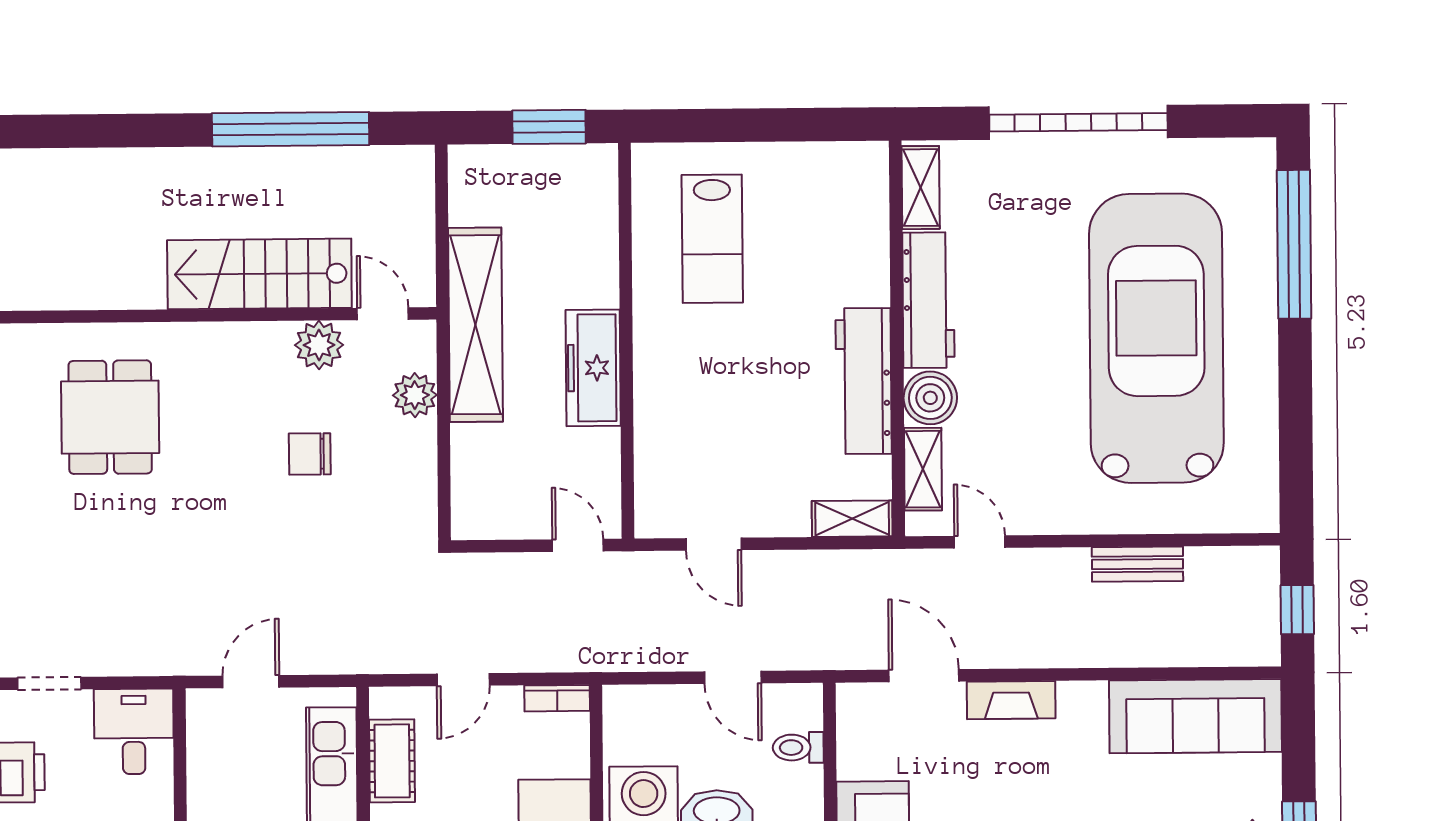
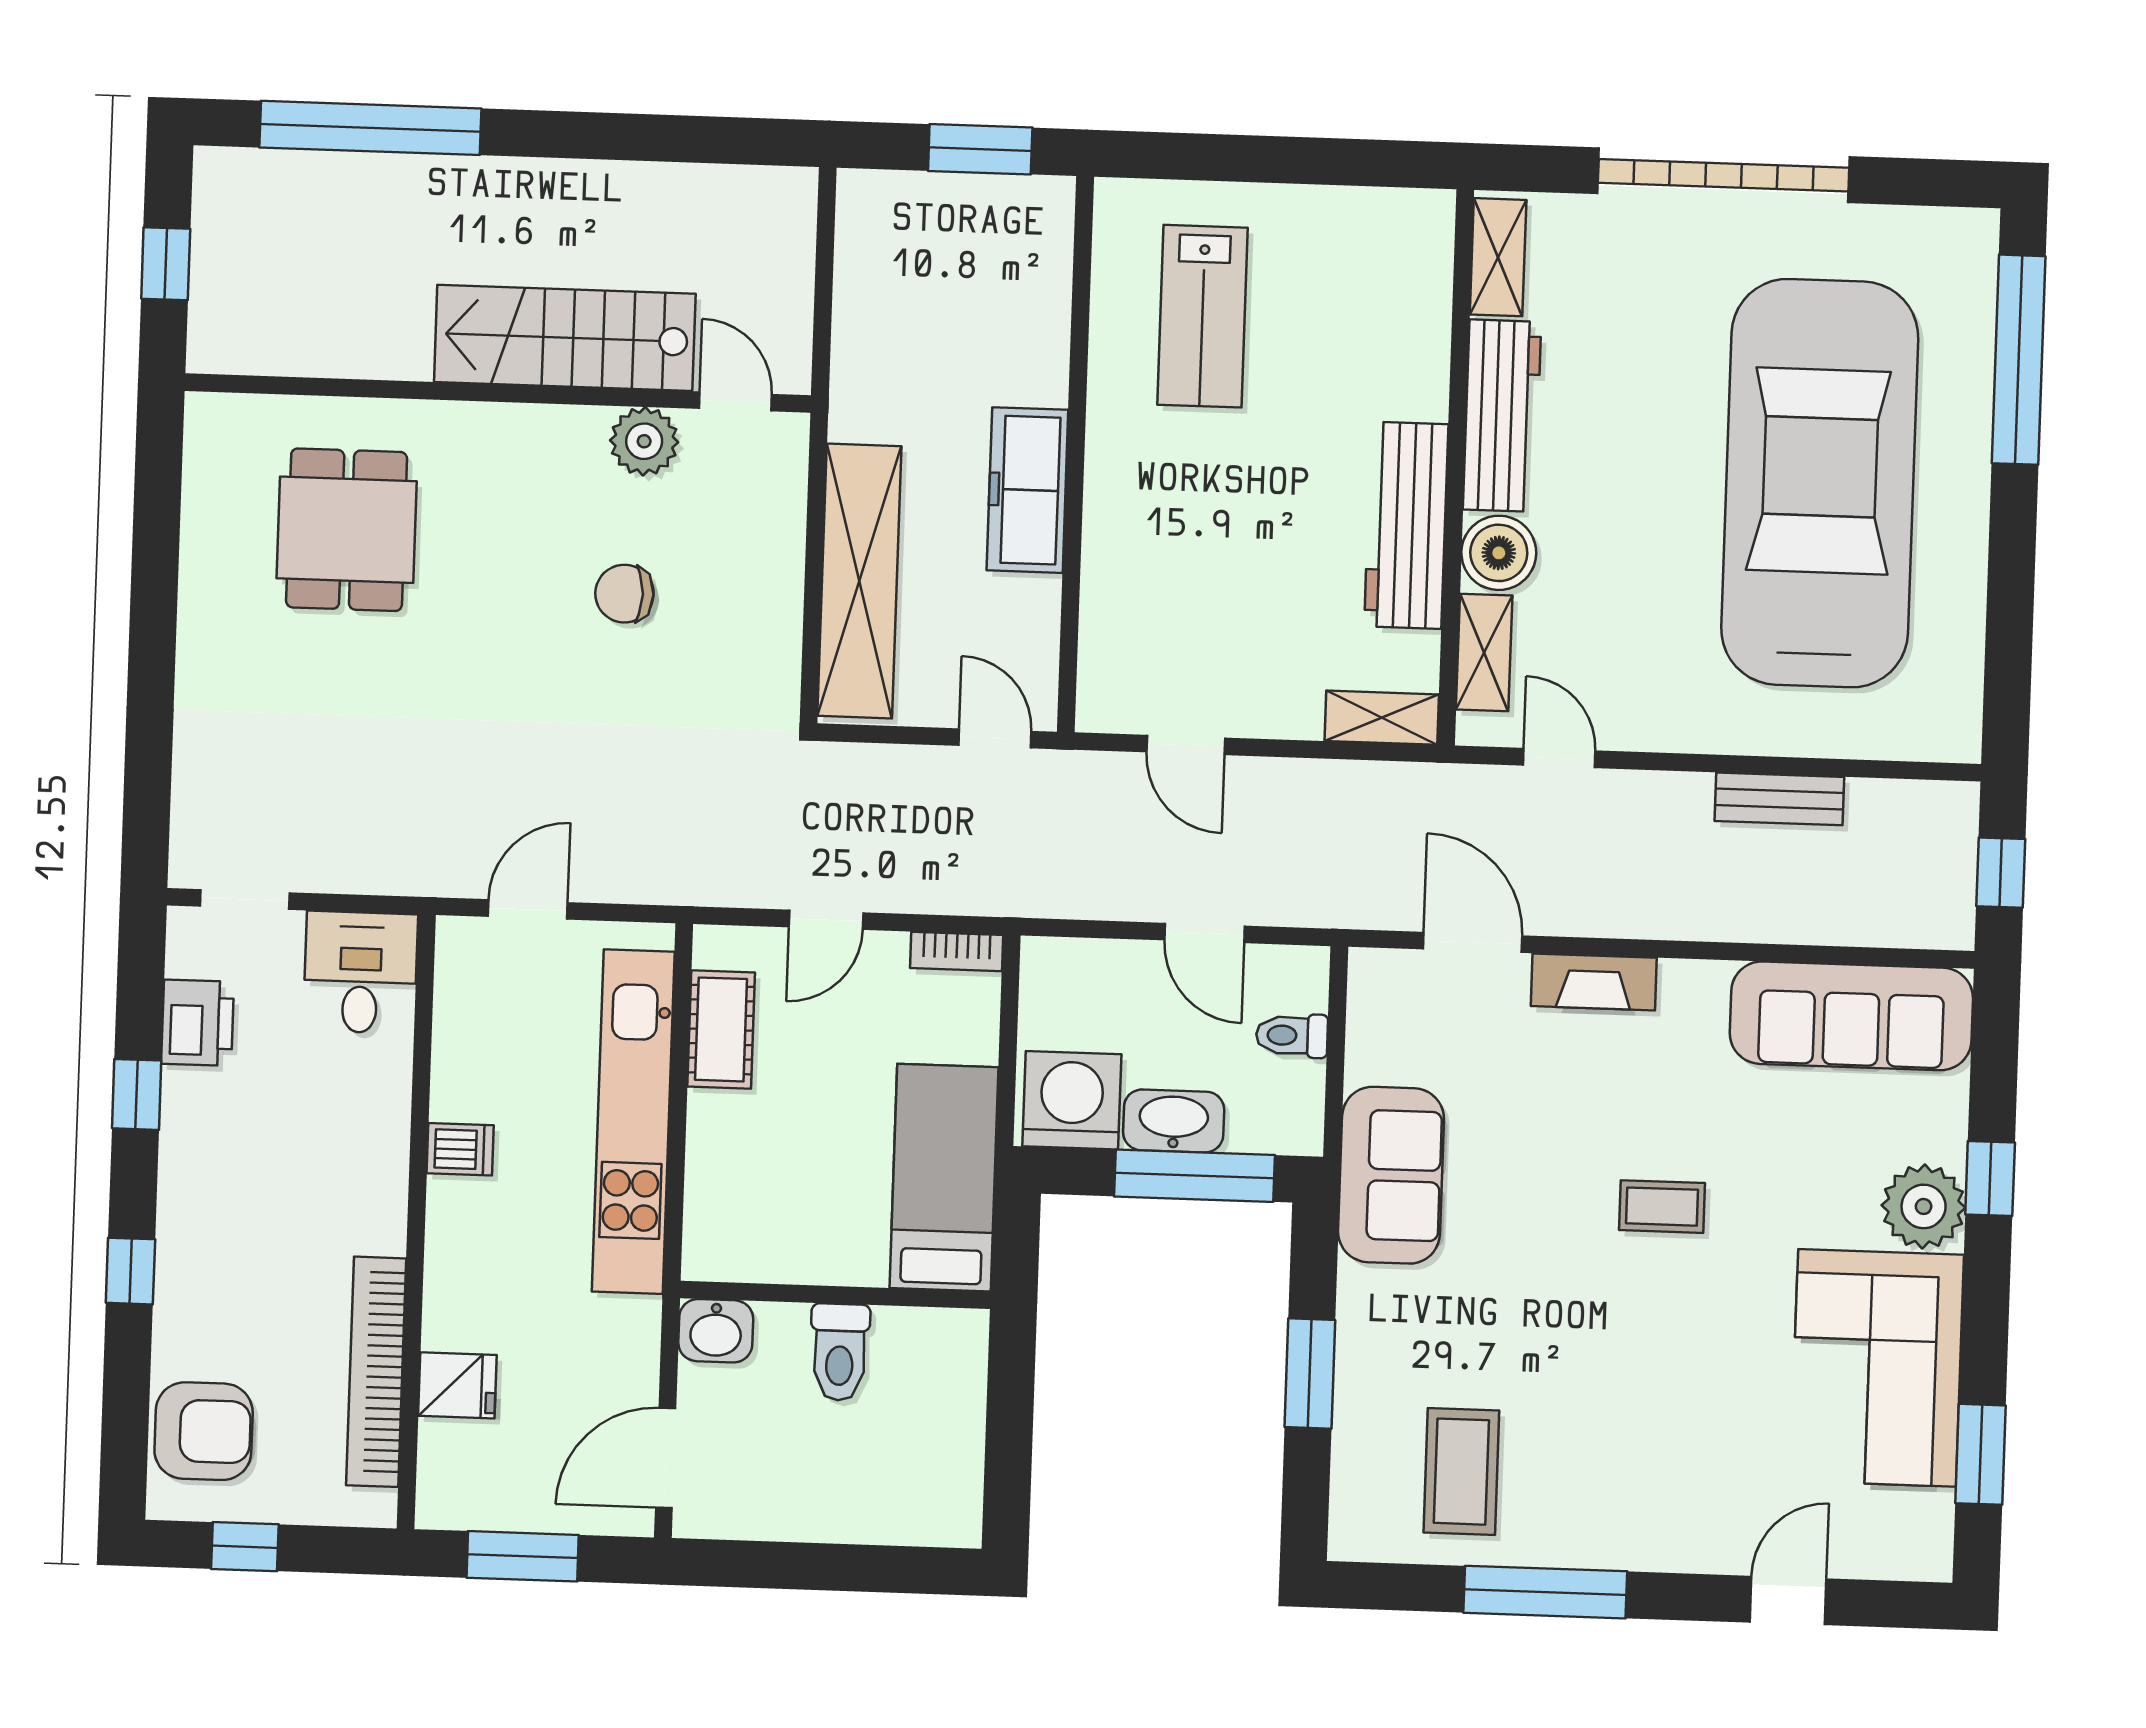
window: (291, 129) -> (370, 128), moved
shelving: (475, 325) -> (859, 581), moved
plant: (415, 395) -> (775, 517), removed

